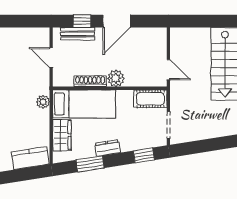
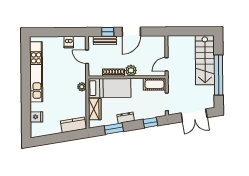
dishwasher: (24, 36) -> (69, 42), added
door: (168, 70) -> (167, 64), swing flipped
double door: (208, 145) -> (194, 115), added

